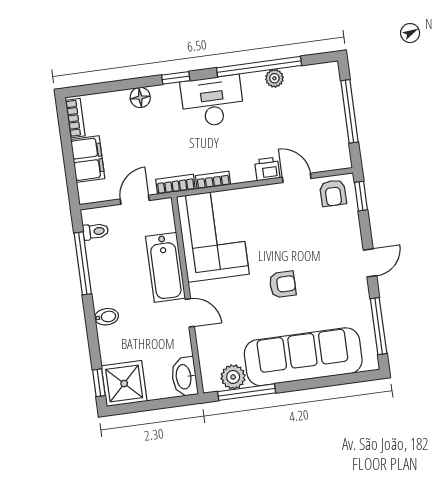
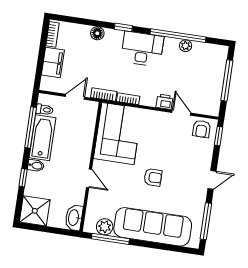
bathtub: (165, 267) -> (42, 138), moved, turned 180
window: (99, 383) -> (23, 178), moved

